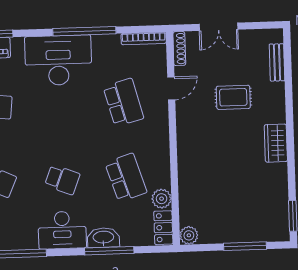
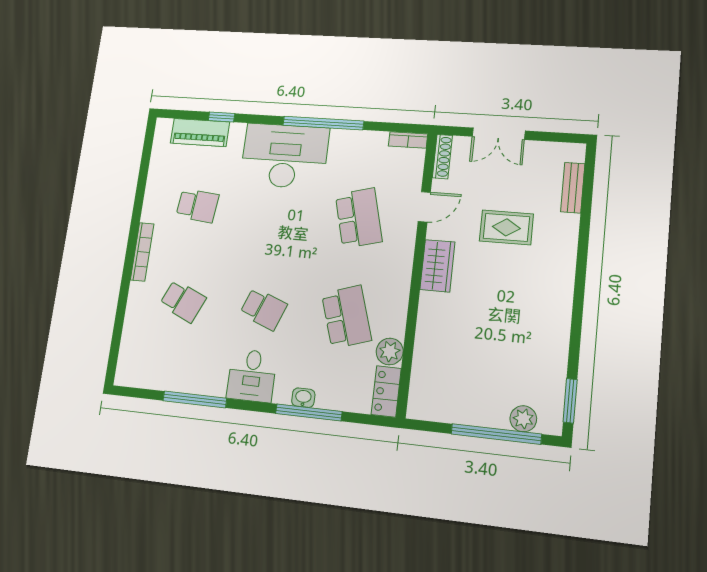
bookcase: (144, 38) -> (408, 140), width x0.64
wardrobe: (276, 143) -> (437, 266), moved, turned 180
desk: (62, 230) -> (252, 376), width x0.73
plant: (189, 235) -> (523, 419), moved
washbasin: (103, 238) -> (303, 398), width x0.52, depth x0.69
window: (245, 246) -> (496, 434), width x1.46

